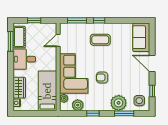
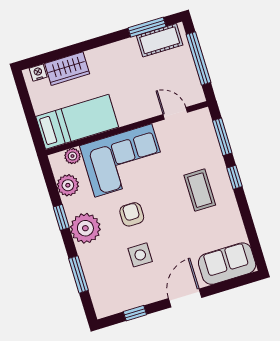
window: (34, 20) -> (198, 58), width x2.17
desk: (24, 59) -> (122, 62), removed
side table: (139, 101) -> (140, 255), moved
plant: (119, 103) -> (85, 228), moved

